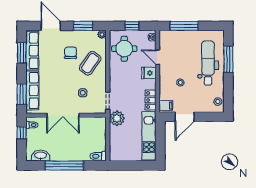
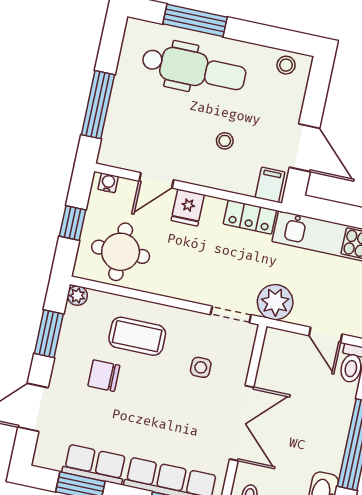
row of seats: (32, 51) -> (95, 464), width x0.68
coffee table: (90, 63) -> (137, 336), turned -35
dental chair: (208, 63) -> (194, 69), turned 180
door: (108, 143) -> (326, 335), added

